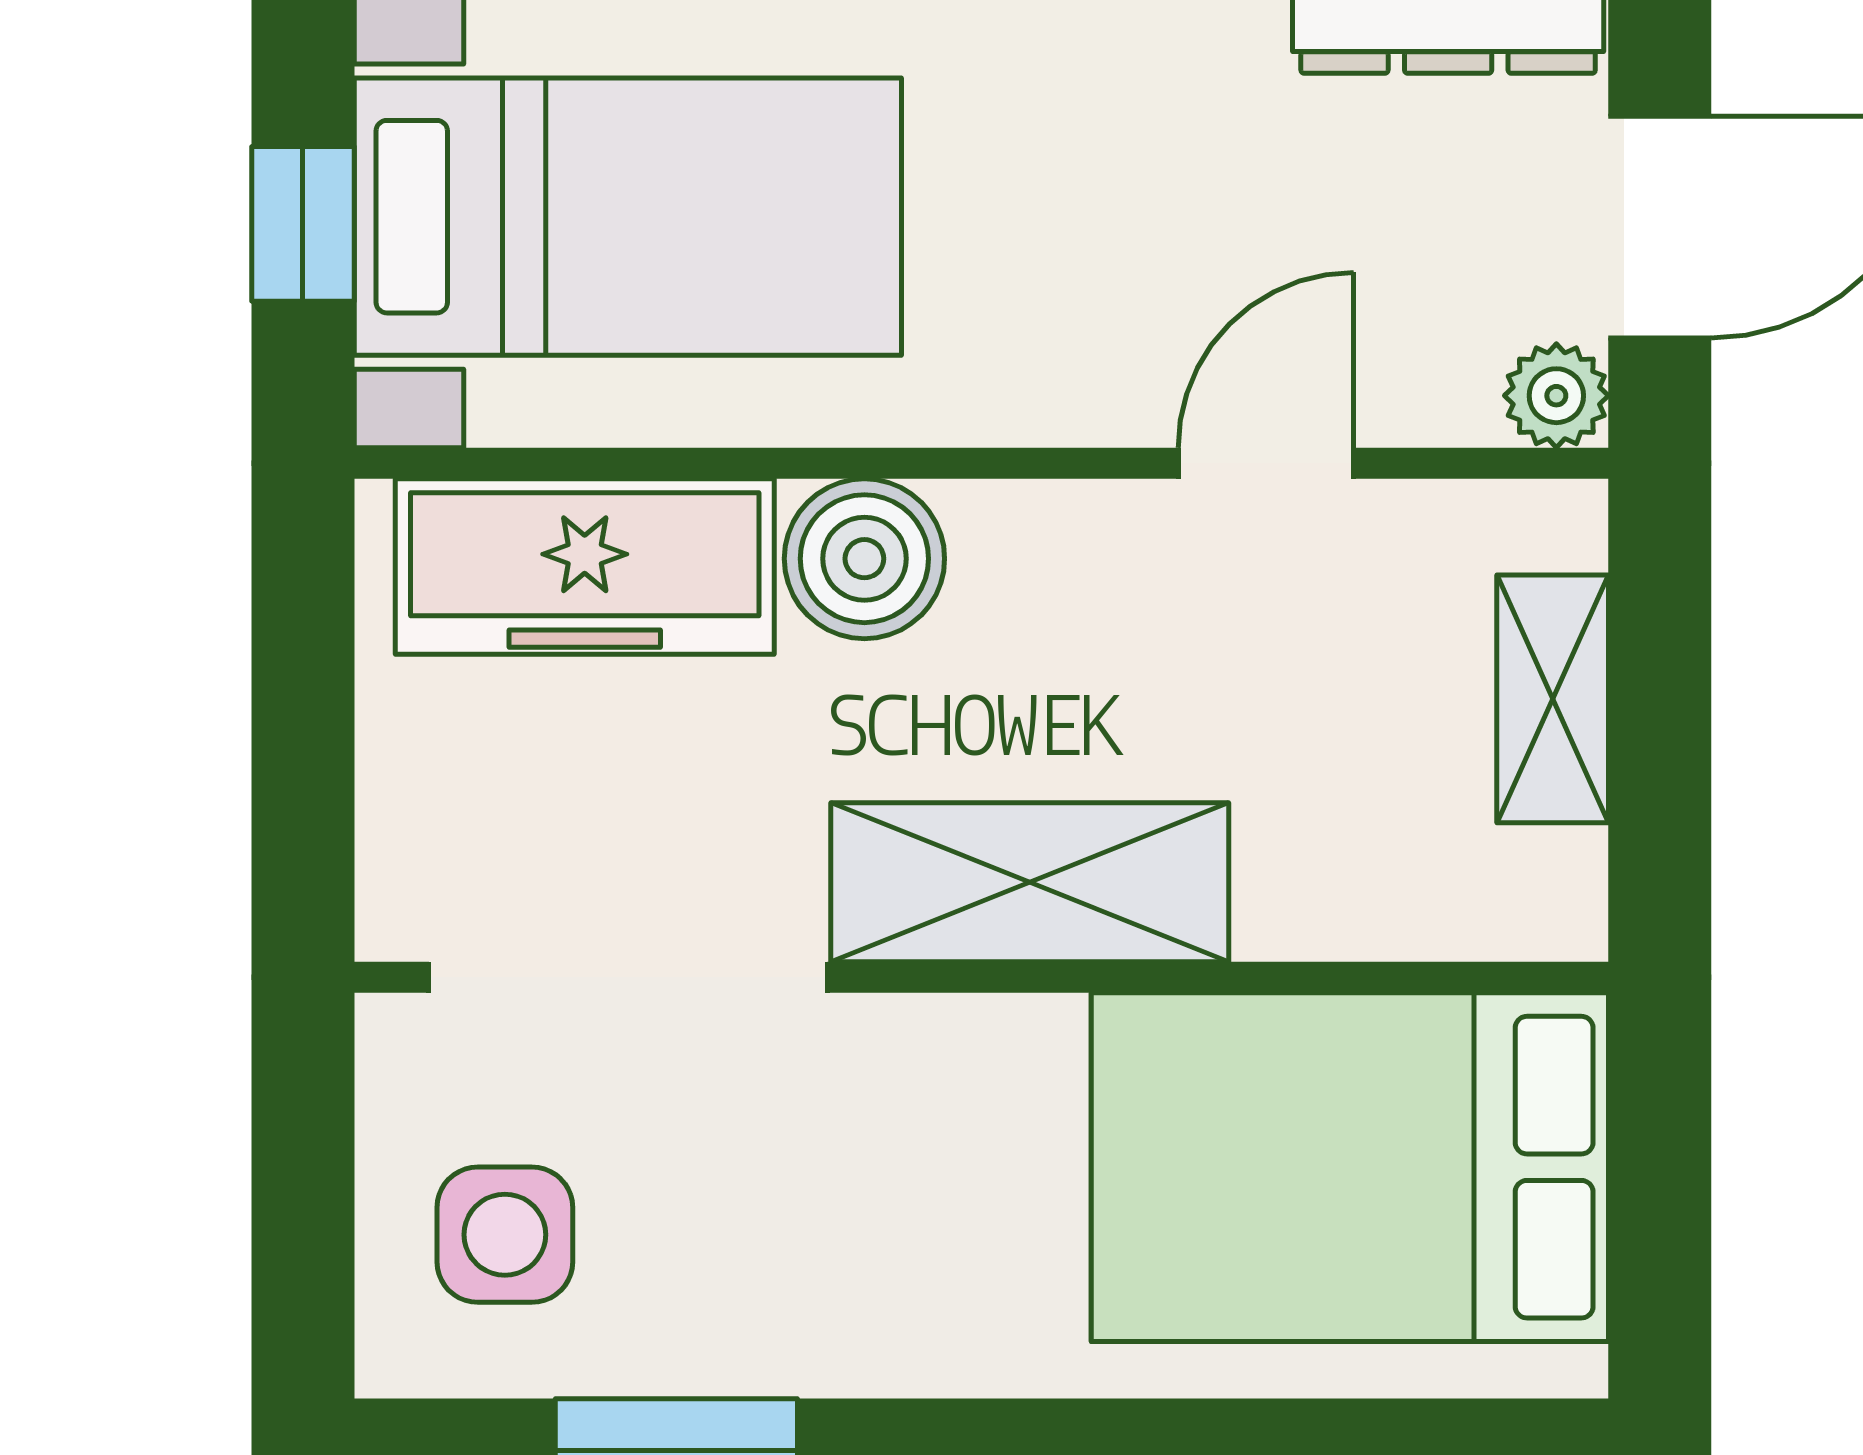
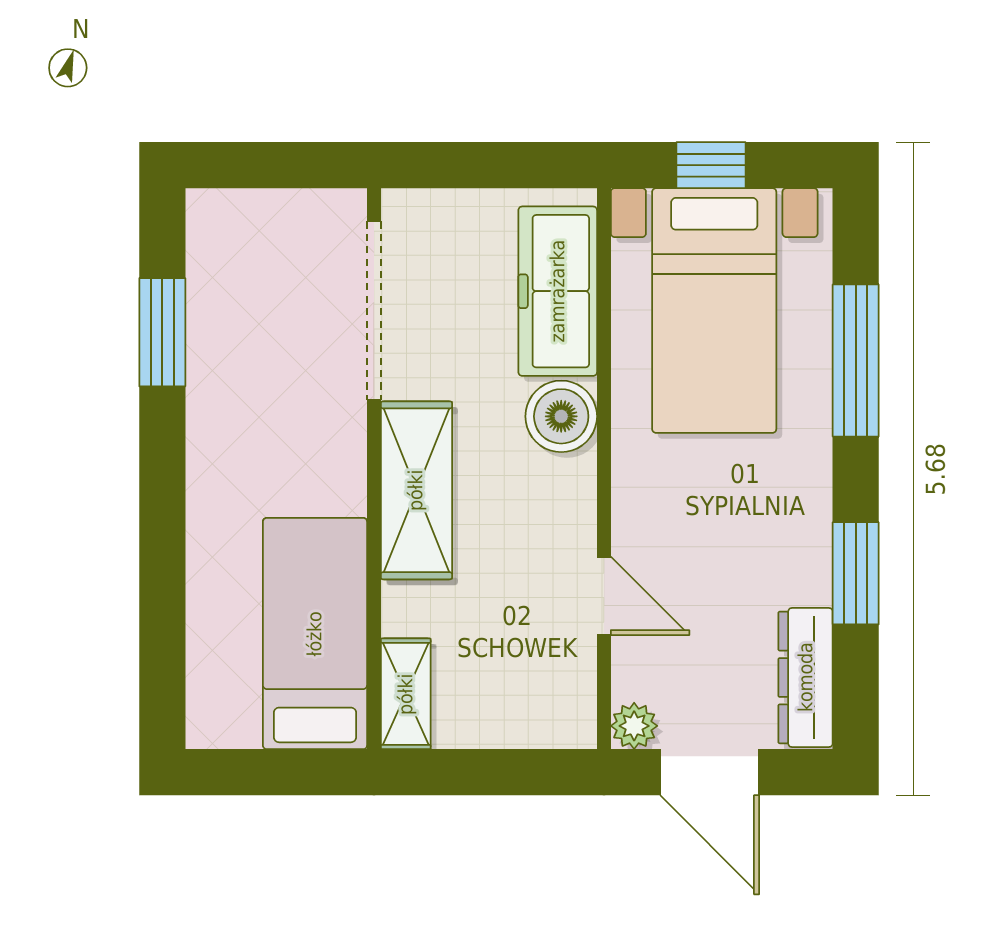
shelving: (1553, 699) -> (406, 694), moved, turned 90
bed: (1350, 1167) -> (315, 634), width x0.67
side table: (505, 1235) -> (259, 255), removed

